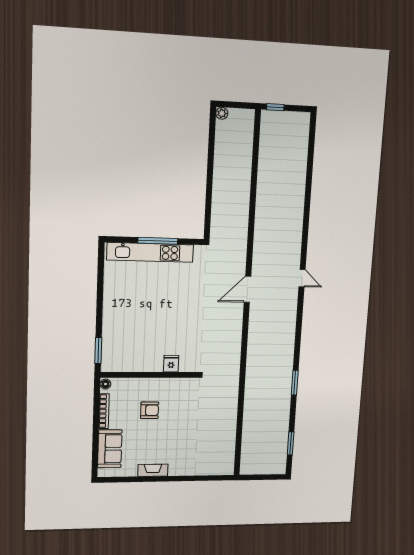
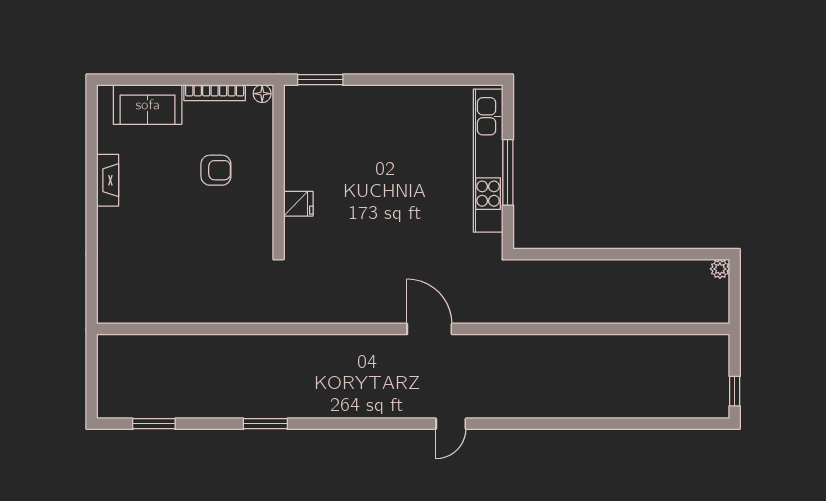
window: (275, 107) -> (735, 391), moved
armchair: (150, 410) -> (216, 170), turned -90

